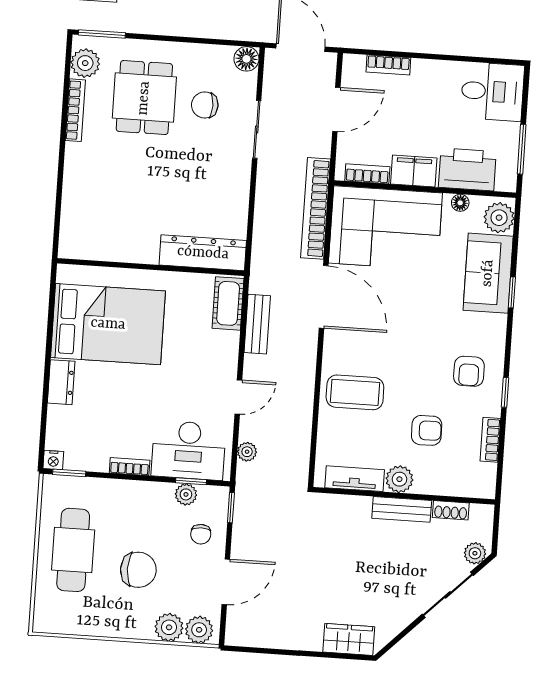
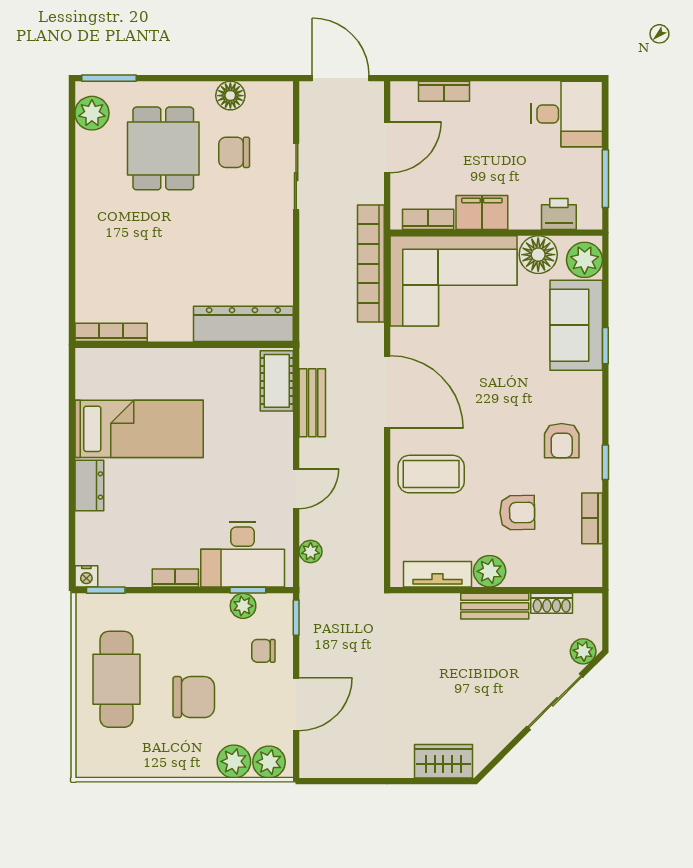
floor lamp: (246, 59) -> (230, 96), moved
bookcase: (75, 110) -> (111, 332), moved, turned -90
printer: (467, 169) -> (559, 214), width x0.53, depth x0.68
floor lamp: (460, 203) -> (538, 255), width x1.89, depth x1.89
door: (324, 297) -> (387, 392), moved
bed: (108, 324) -> (139, 429), width x0.67
chair: (201, 534) -> (263, 651), turned 90

